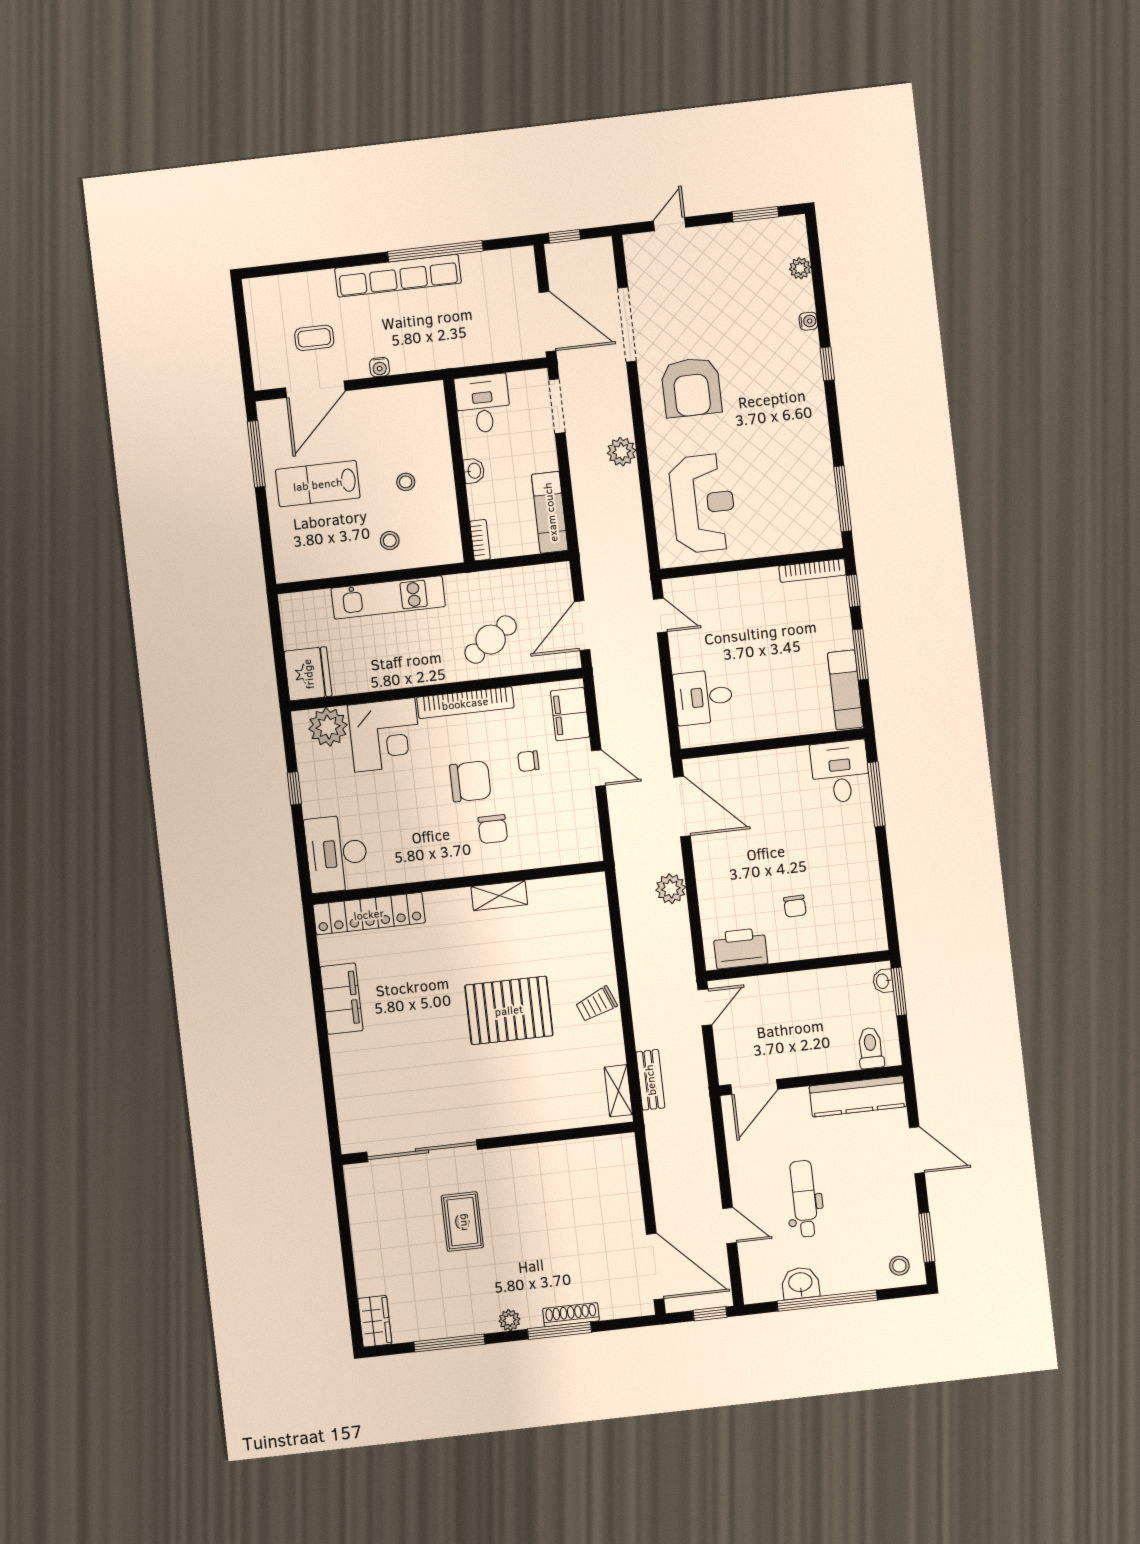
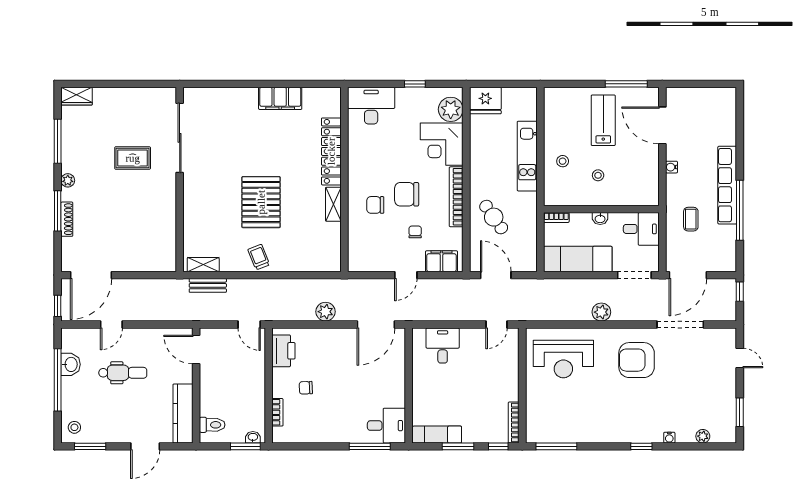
coffee table: (314, 338) -> (691, 219), moved
exam couch: (550, 512) -> (578, 259), width x1.36, depth x1.45
chair: (470, 781) -> (407, 194), turned 90
locker: (369, 914) -> (331, 151), moved
bookcase: (839, 947) -> (277, 412), added

